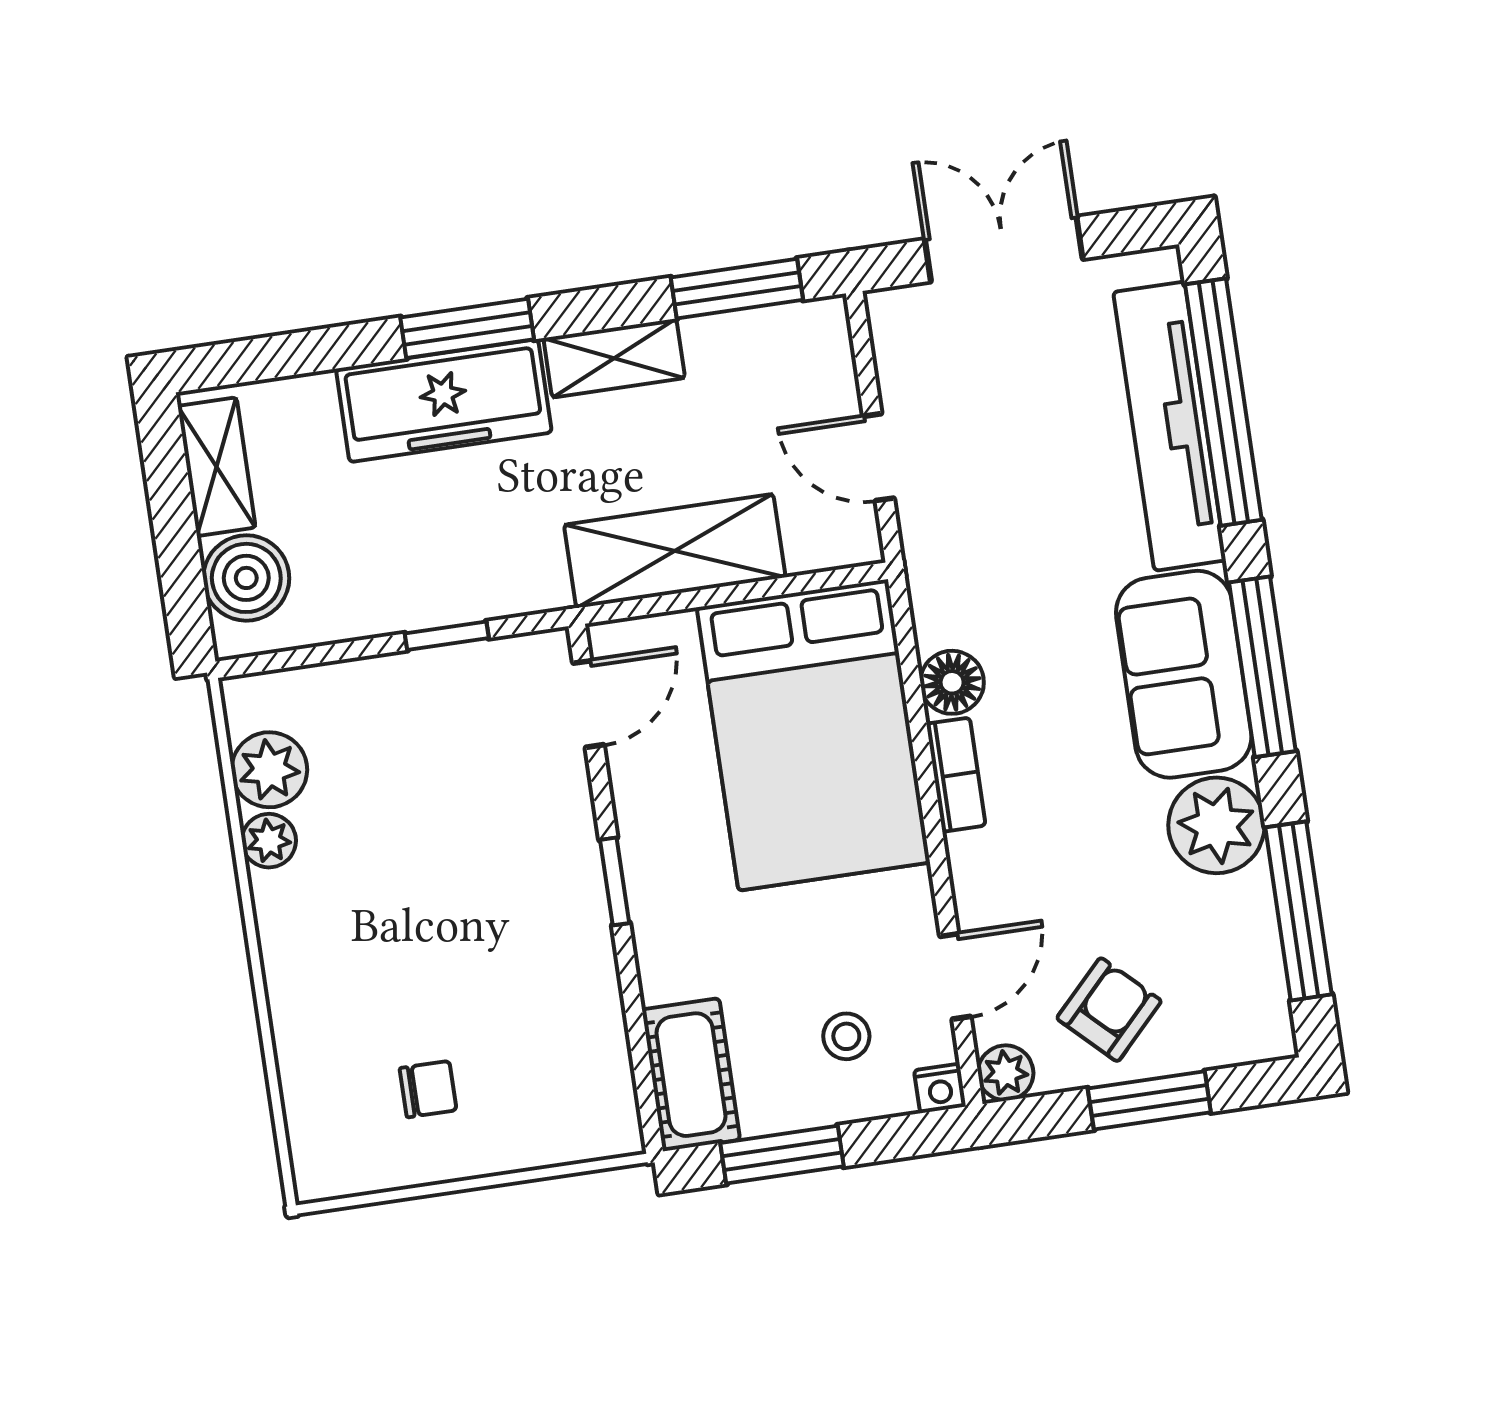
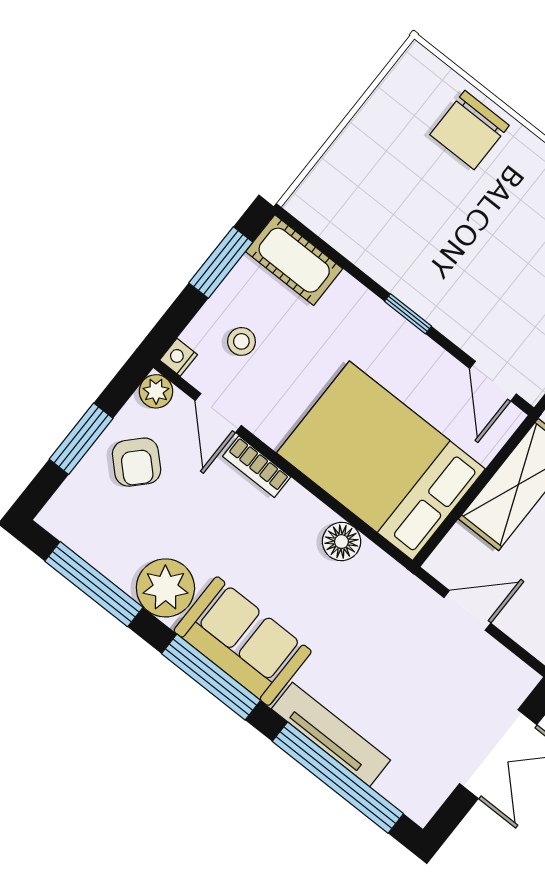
tv unit: (1170, 426) -> (331, 734), width x0.73, depth x0.78
bookcase: (956, 775) -> (257, 467), moved
chair: (428, 1089) -> (470, 130), moved, width x1.87, depth x1.87

